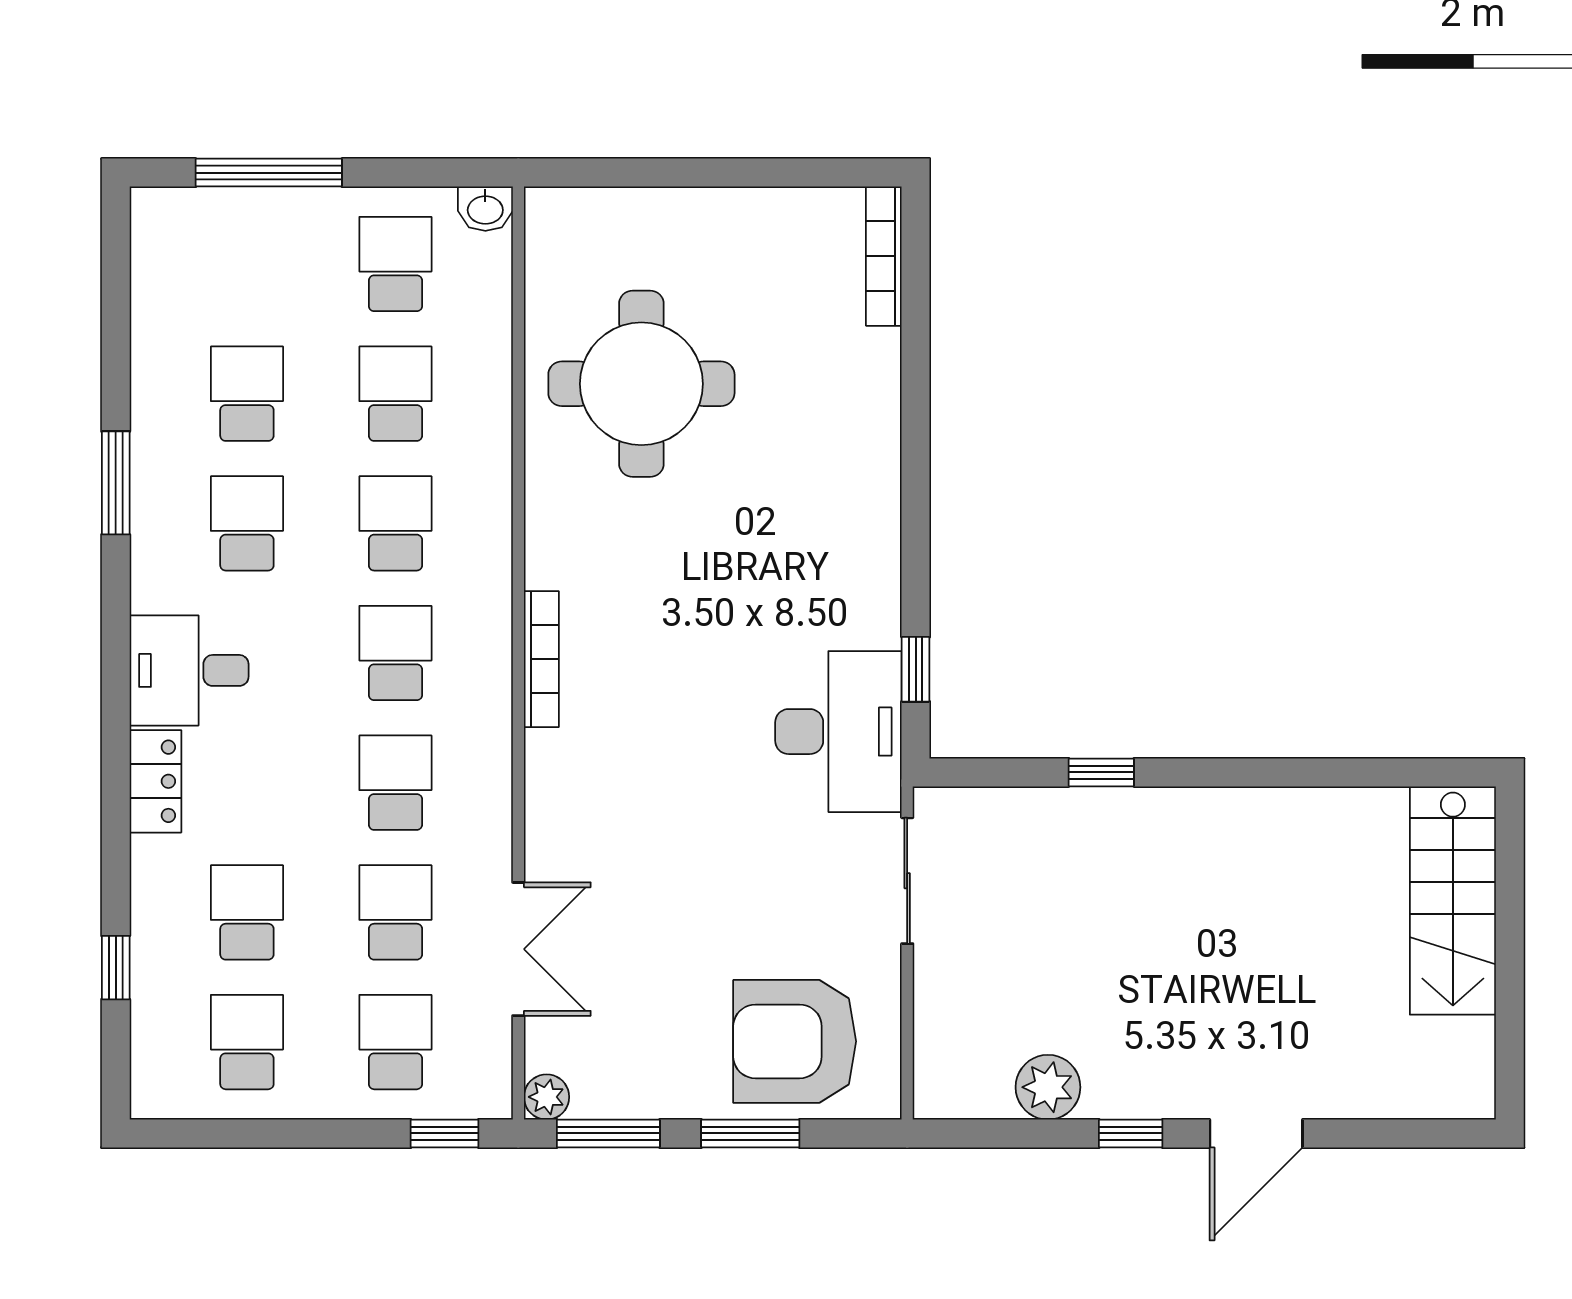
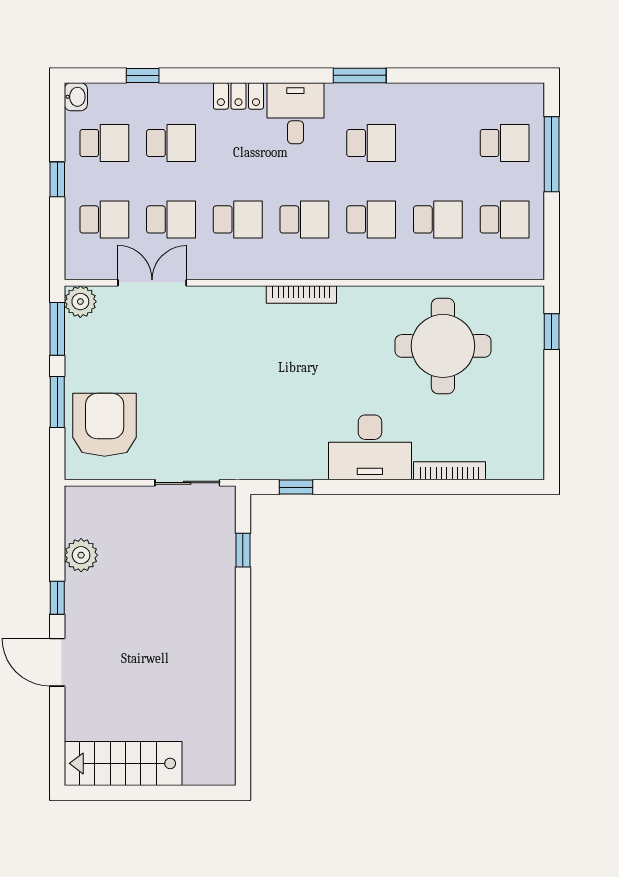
window: (613, 173) -> (552, 332), added
washbasin: (485, 209) -> (76, 97), moved, turned 180
bookcase: (884, 256) -> (449, 471), moved
school desk: (247, 394) -> (505, 143), moved
window: (116, 483) -> (360, 75), moved
desk: (838, 732) -> (370, 447), moved
window: (1101, 772) -> (243, 550), moved
stairs: (1453, 901) -> (123, 763), moved
double door: (518, 949) -> (152, 283), swing flipped
plant: (547, 1097) -> (80, 302), width x1.38, depth x1.38
window: (445, 1133) -> (57, 179), moved

